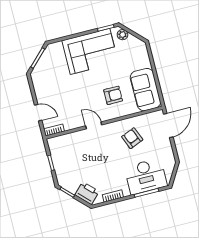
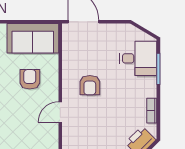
armchair: (132, 138) -> (90, 85), moved, turned -68
desk: (146, 176) -> (138, 58), width x0.73

